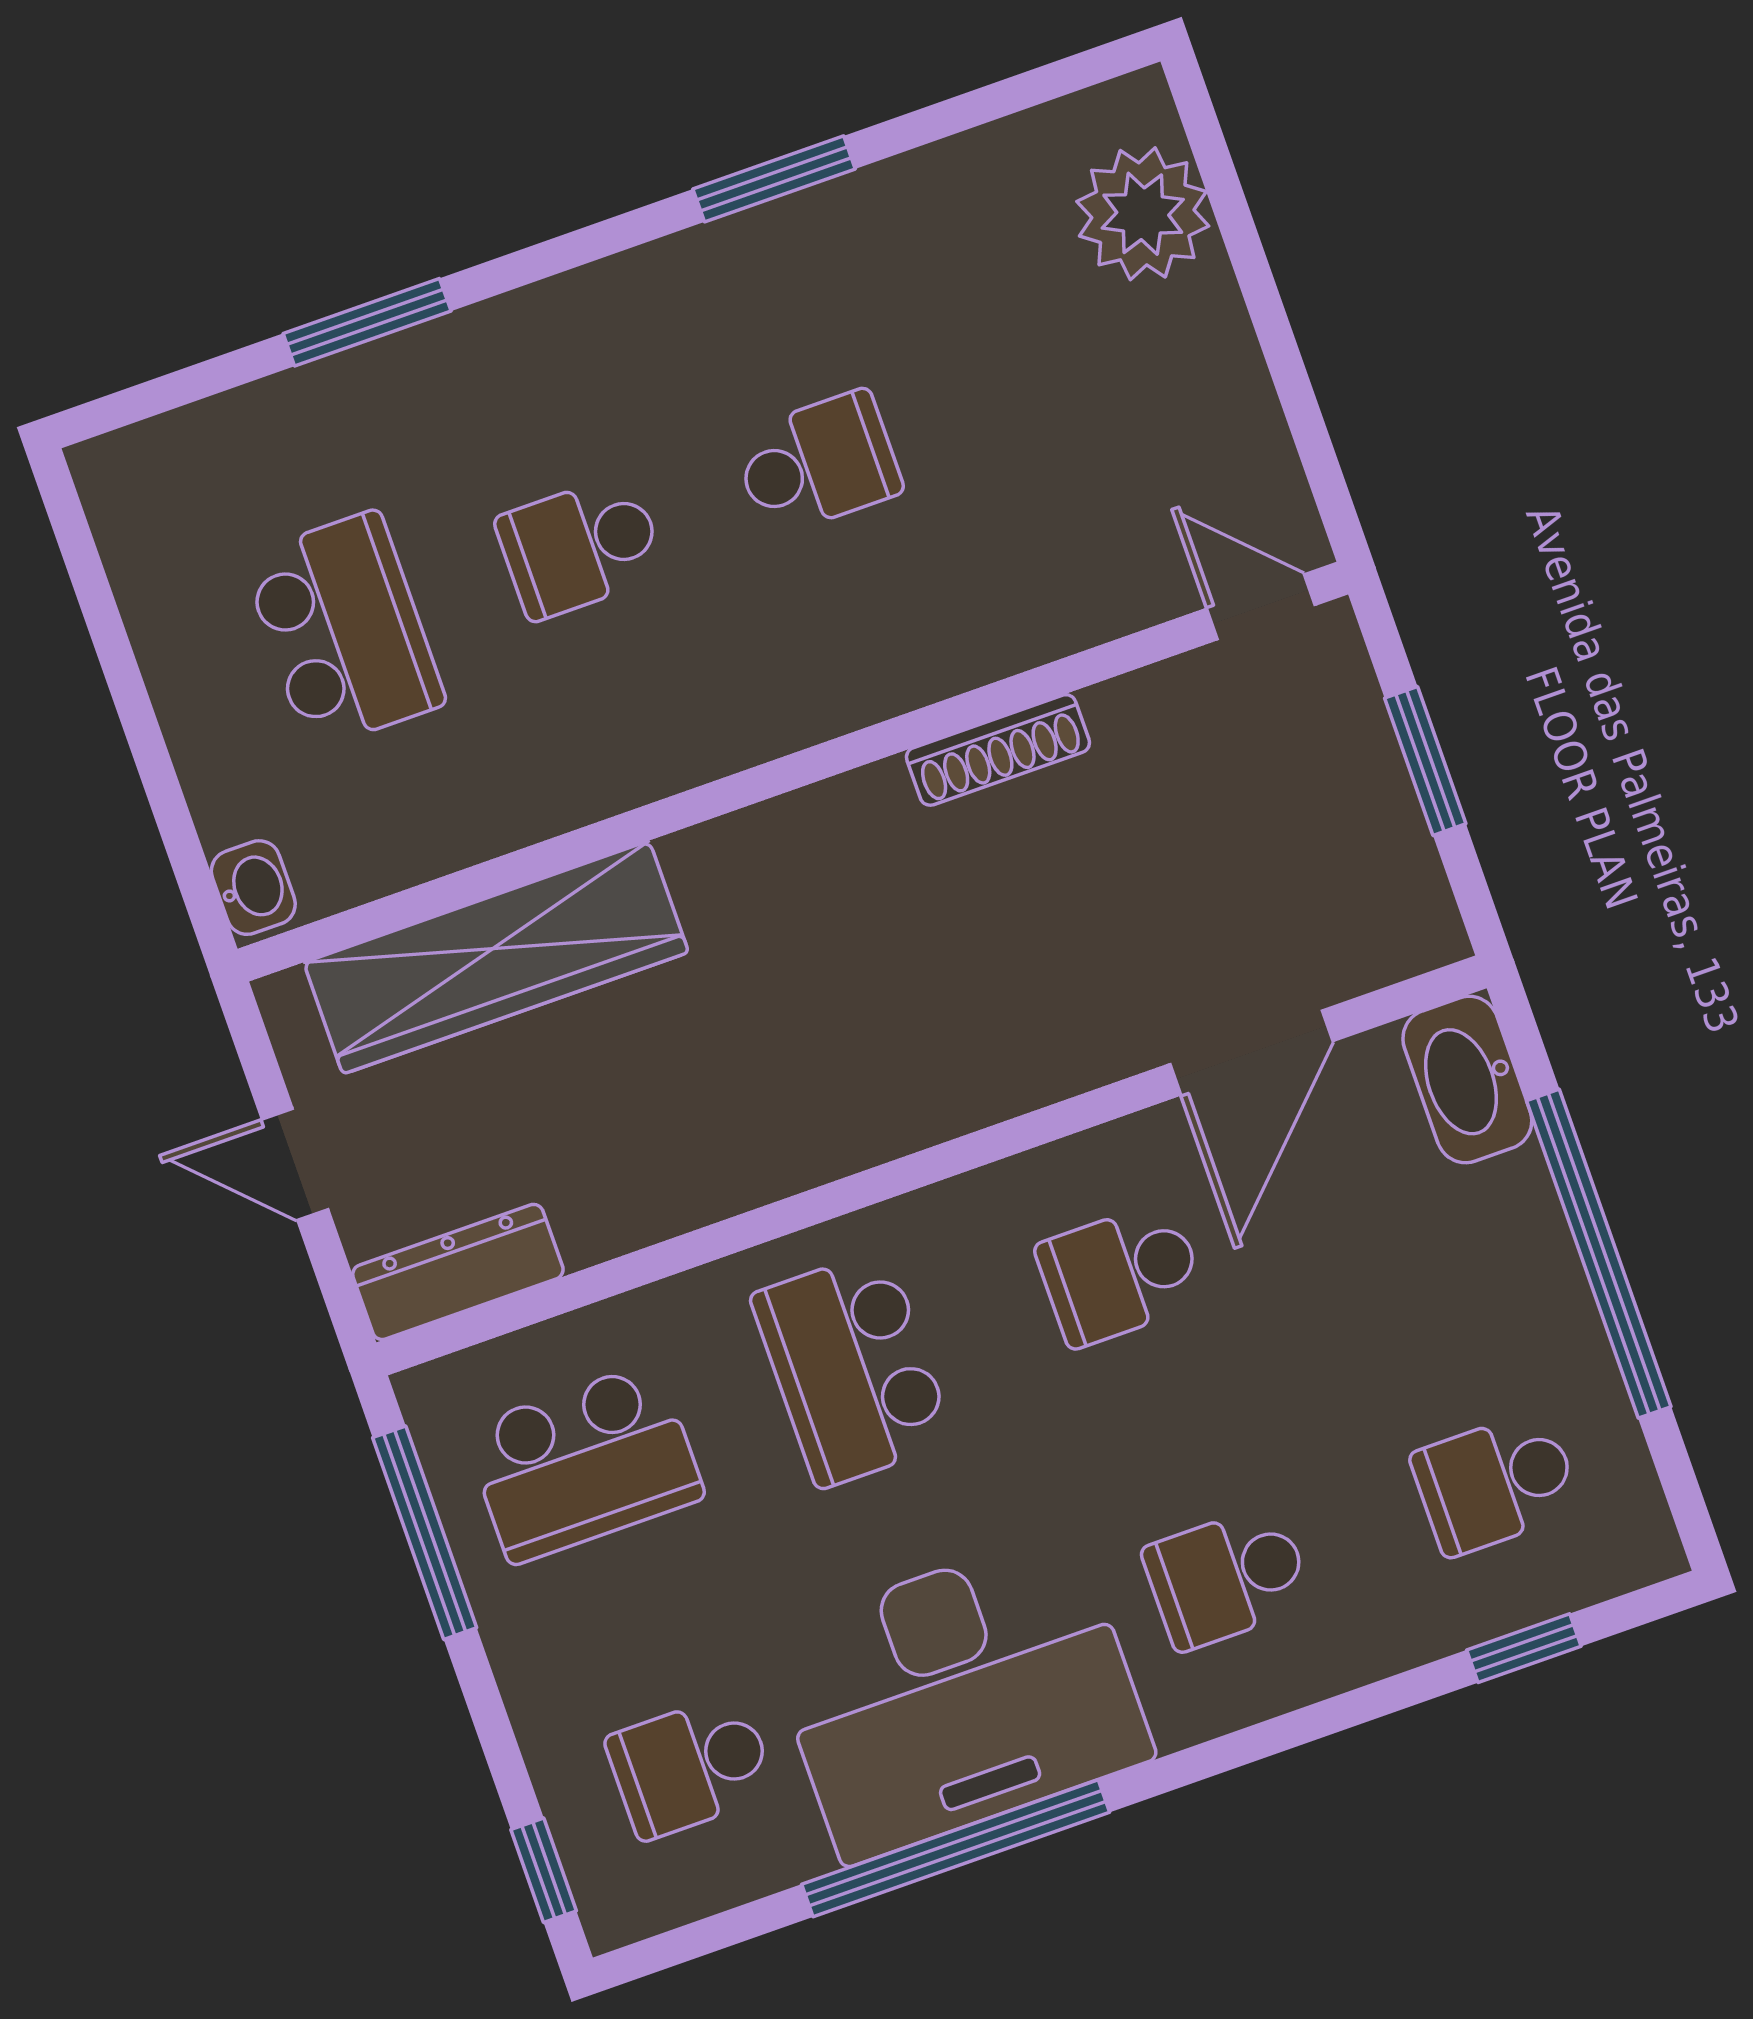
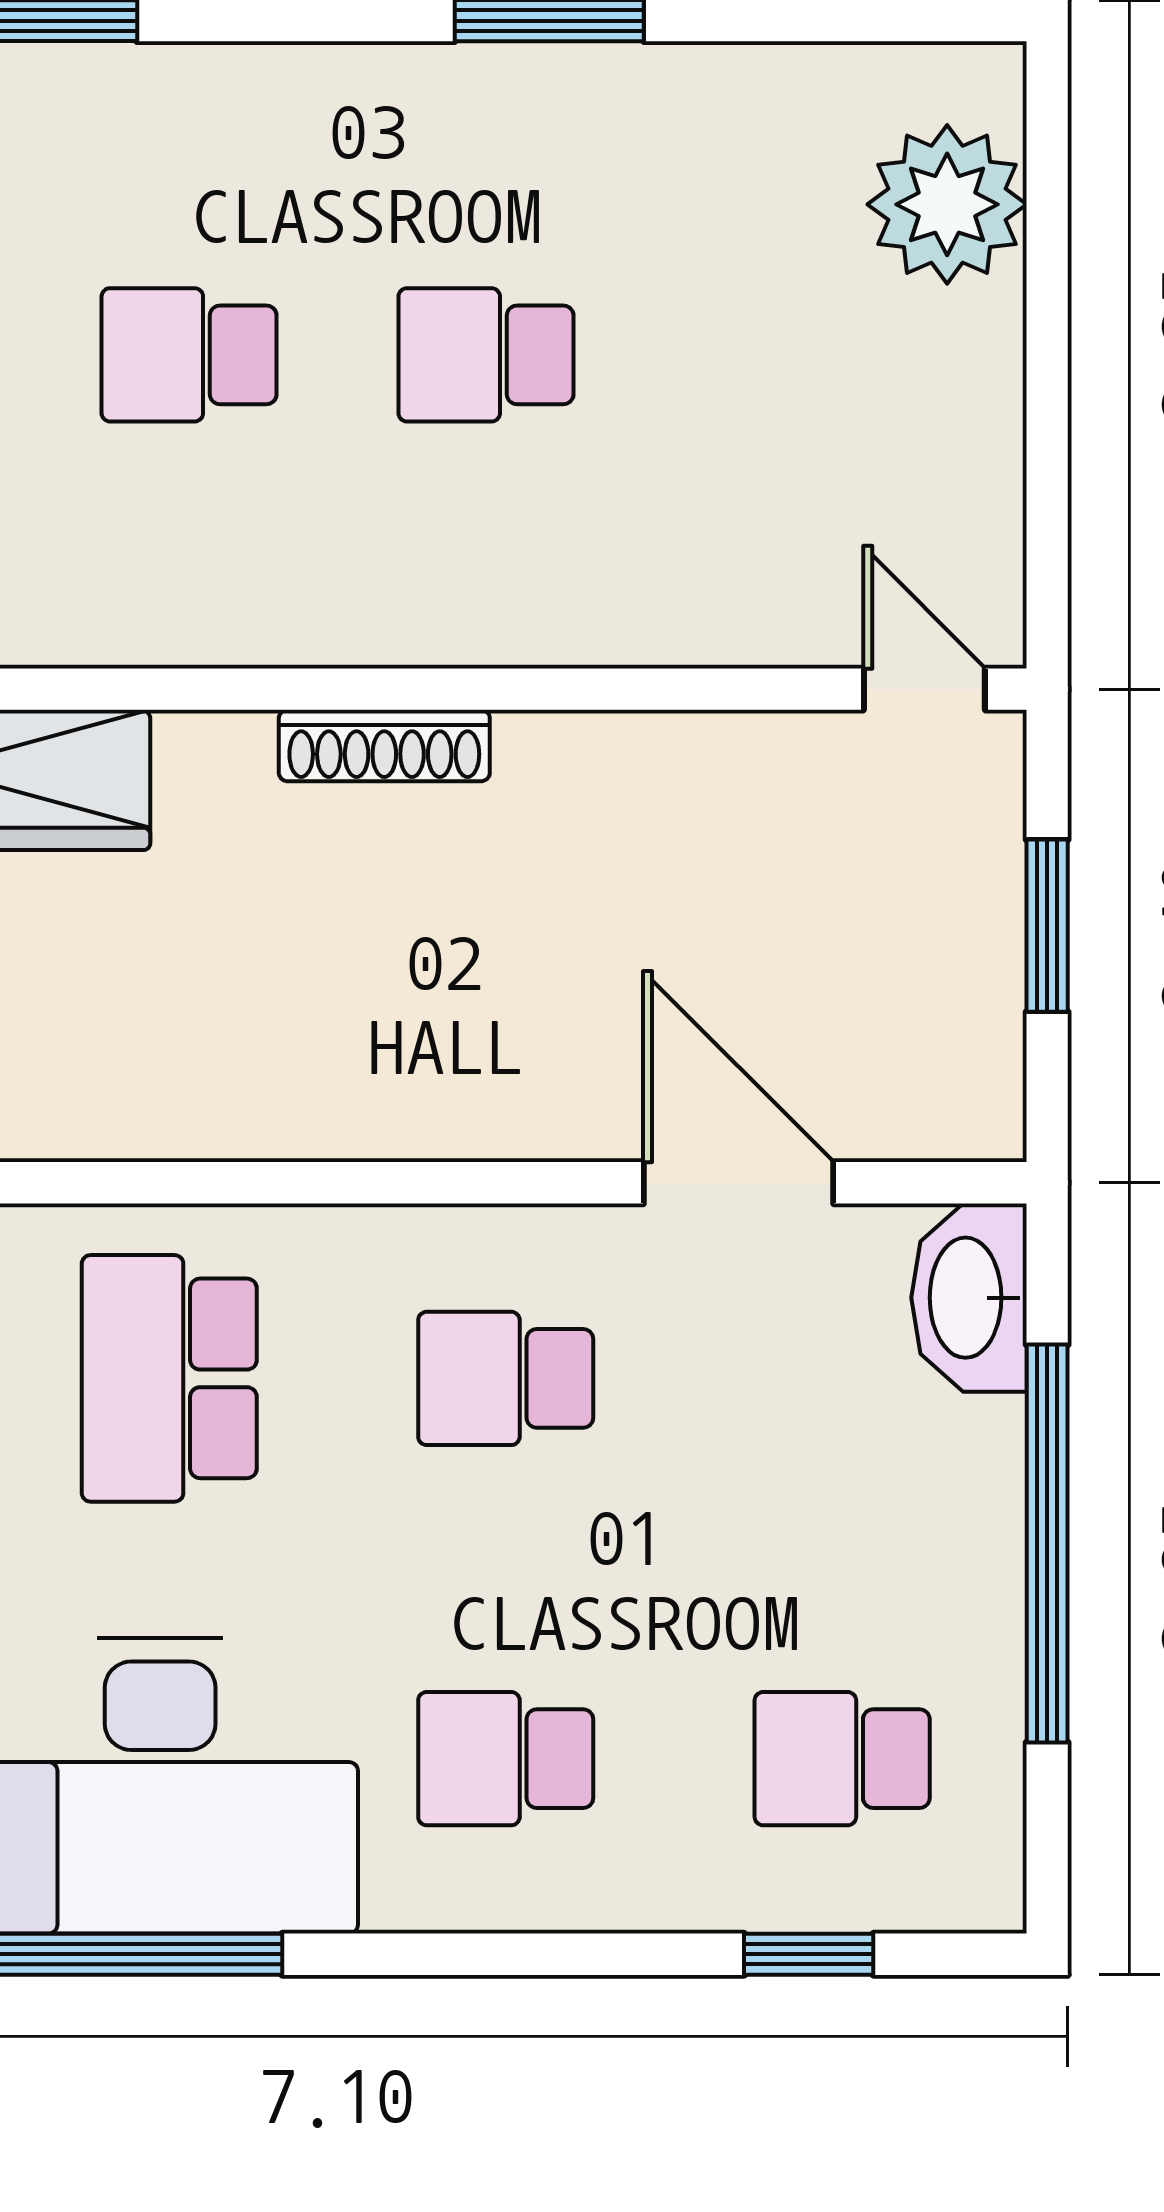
school desk: (817, 463) -> (486, 355), turned 180
shoe rack: (998, 750) -> (384, 746), moved
door: (1251, 1053) -> (739, 1183), swing flipped

